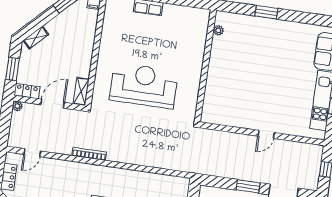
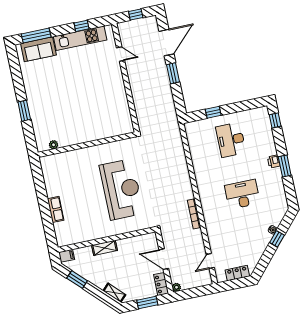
reception desk: (144, 86) -> (121, 189), turned 180
shelving: (81, 91) -> (104, 248), moved
door: (266, 134) -> (121, 54), moved
door: (32, 153) -> (210, 261), swing flipped

